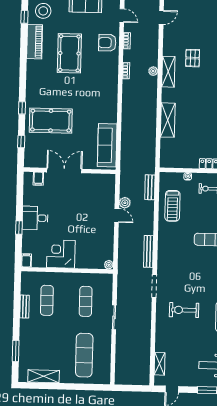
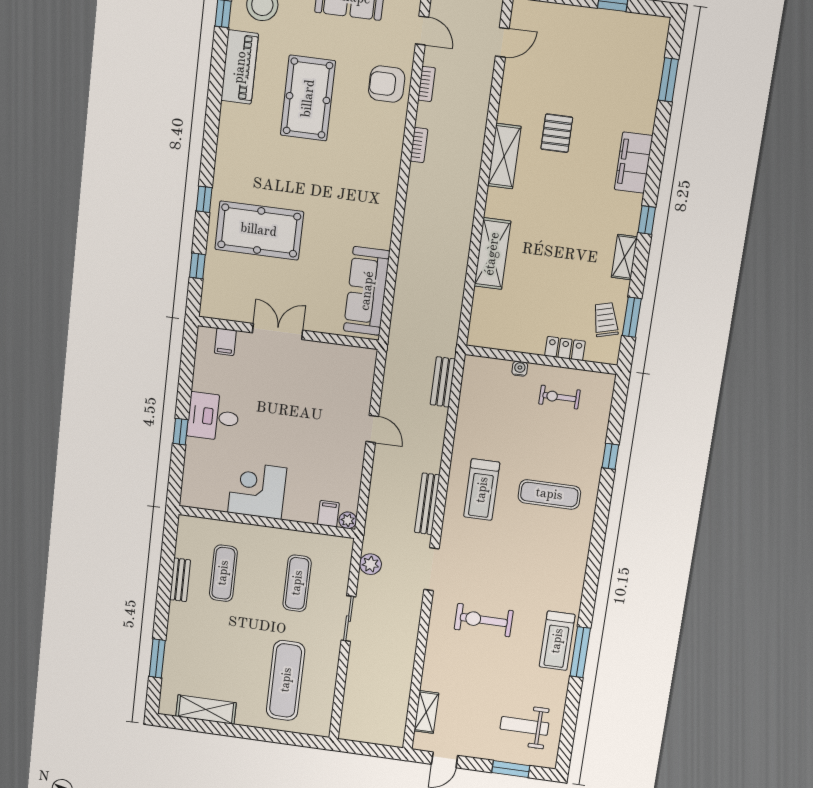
plant: (153, 71) -> (474, 152), removed
double door: (64, 171) -> (278, 332), width x0.73
plant: (125, 203) -> (370, 564), moved
treadmill: (172, 206) -> (482, 490), moved
filing cabinet: (26, 260) -> (328, 514), moved

